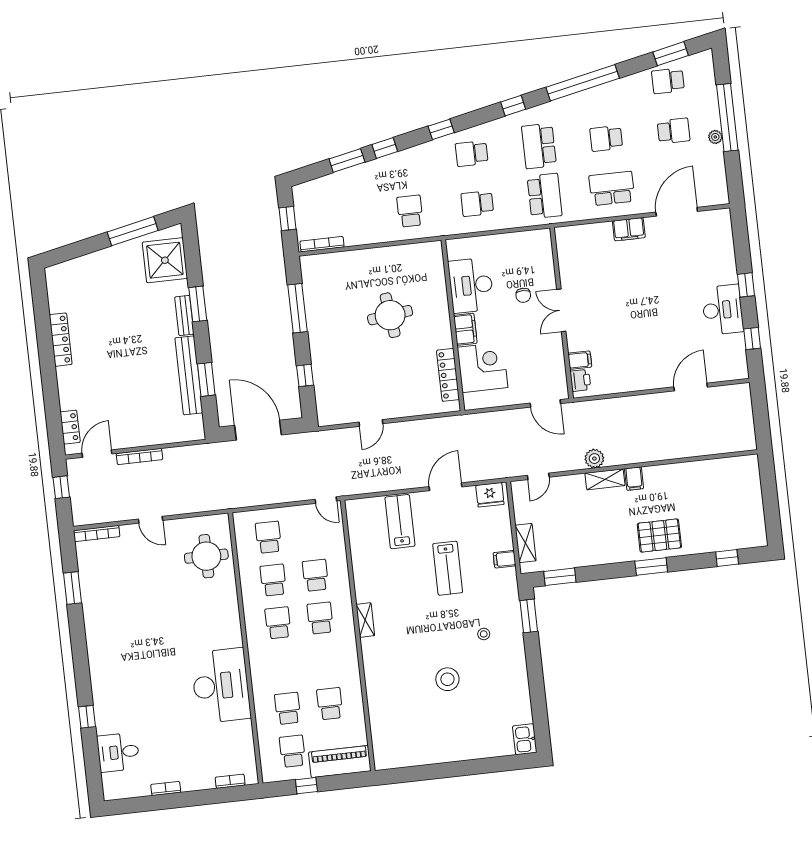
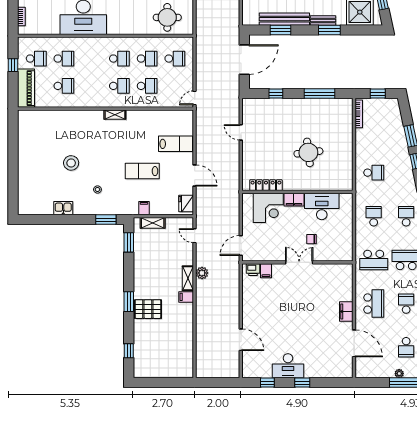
pallet: (659, 536) -> (148, 309), turned 90
kitchen sink: (525, 739) -> (63, 208), moved

